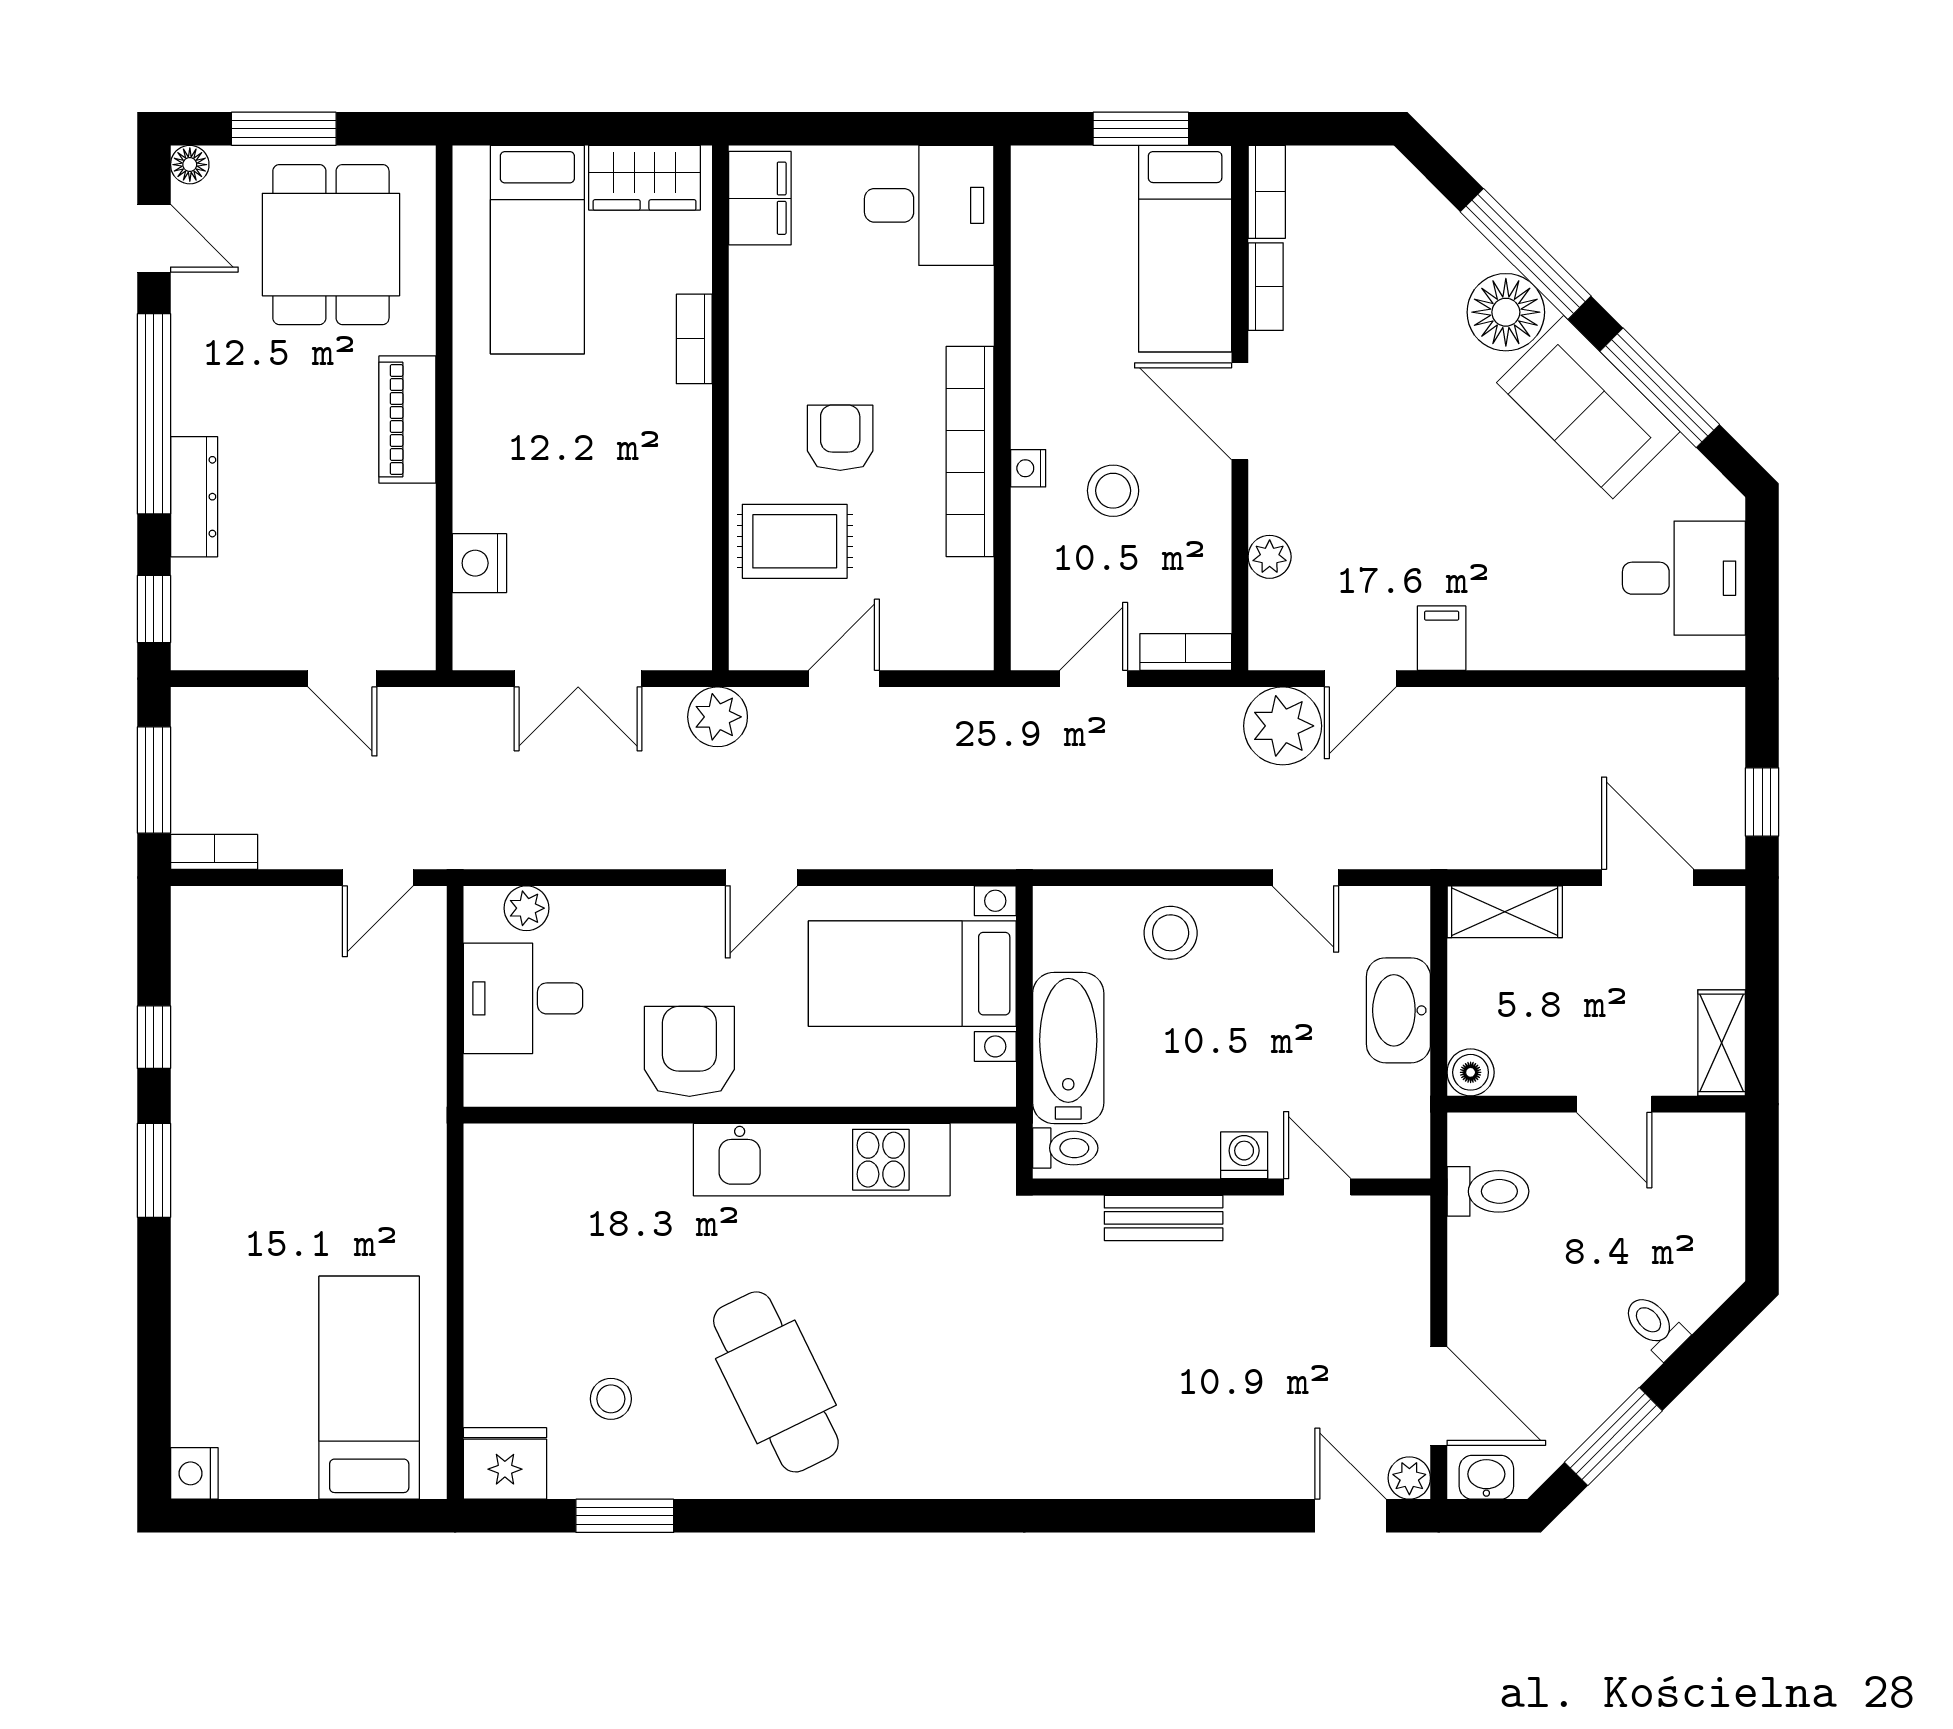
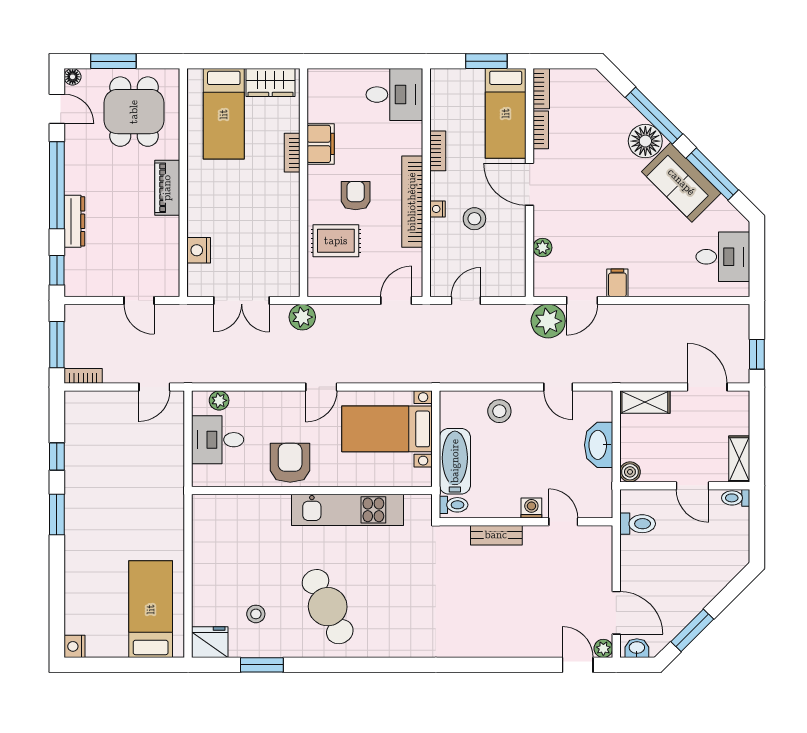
filing cabinet: (760, 198) -> (321, 144), moved
bookcase: (1186, 652) -> (438, 151), moved, turned 90
door: (844, 679) -> (396, 301), moved
toilet: (1655, 1326) -> (736, 498), moved, turned -45

